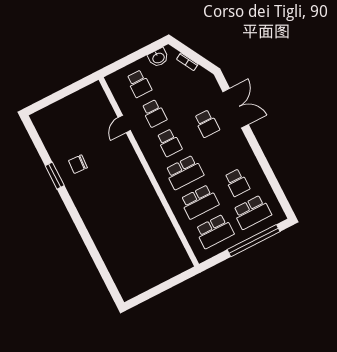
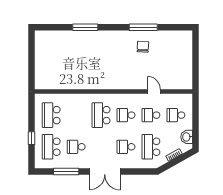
double door: (236, 108) -> (105, 171), moved
window: (55, 176) -> (143, 27), width x1.44
window: (272, 180) -> (66, 171), added
school desk: (199, 202) -> (151, 147), moved
window: (254, 241) -> (32, 138), width x0.32
window: (90, 244) -> (85, 27), added

